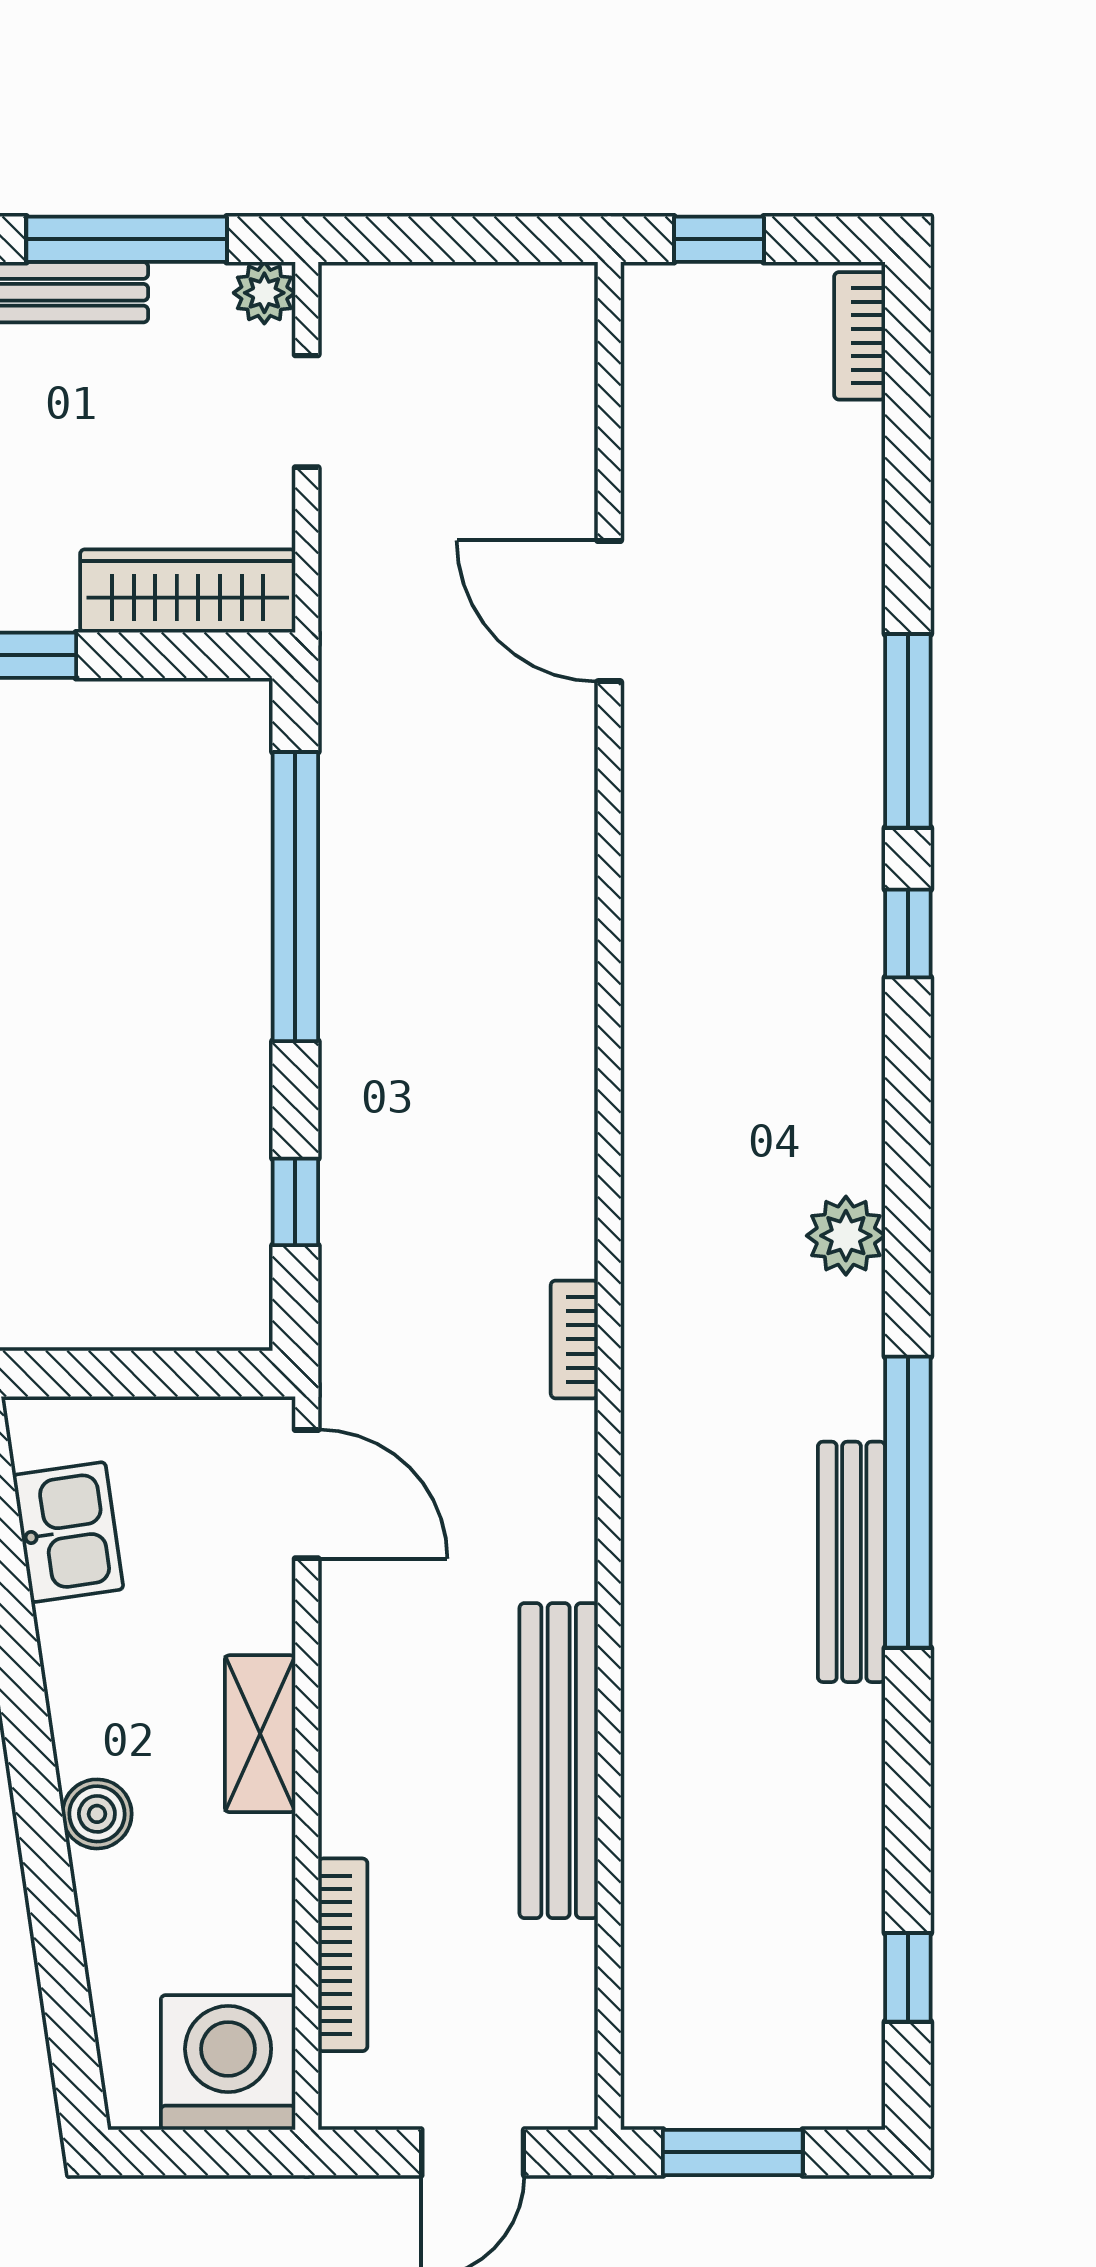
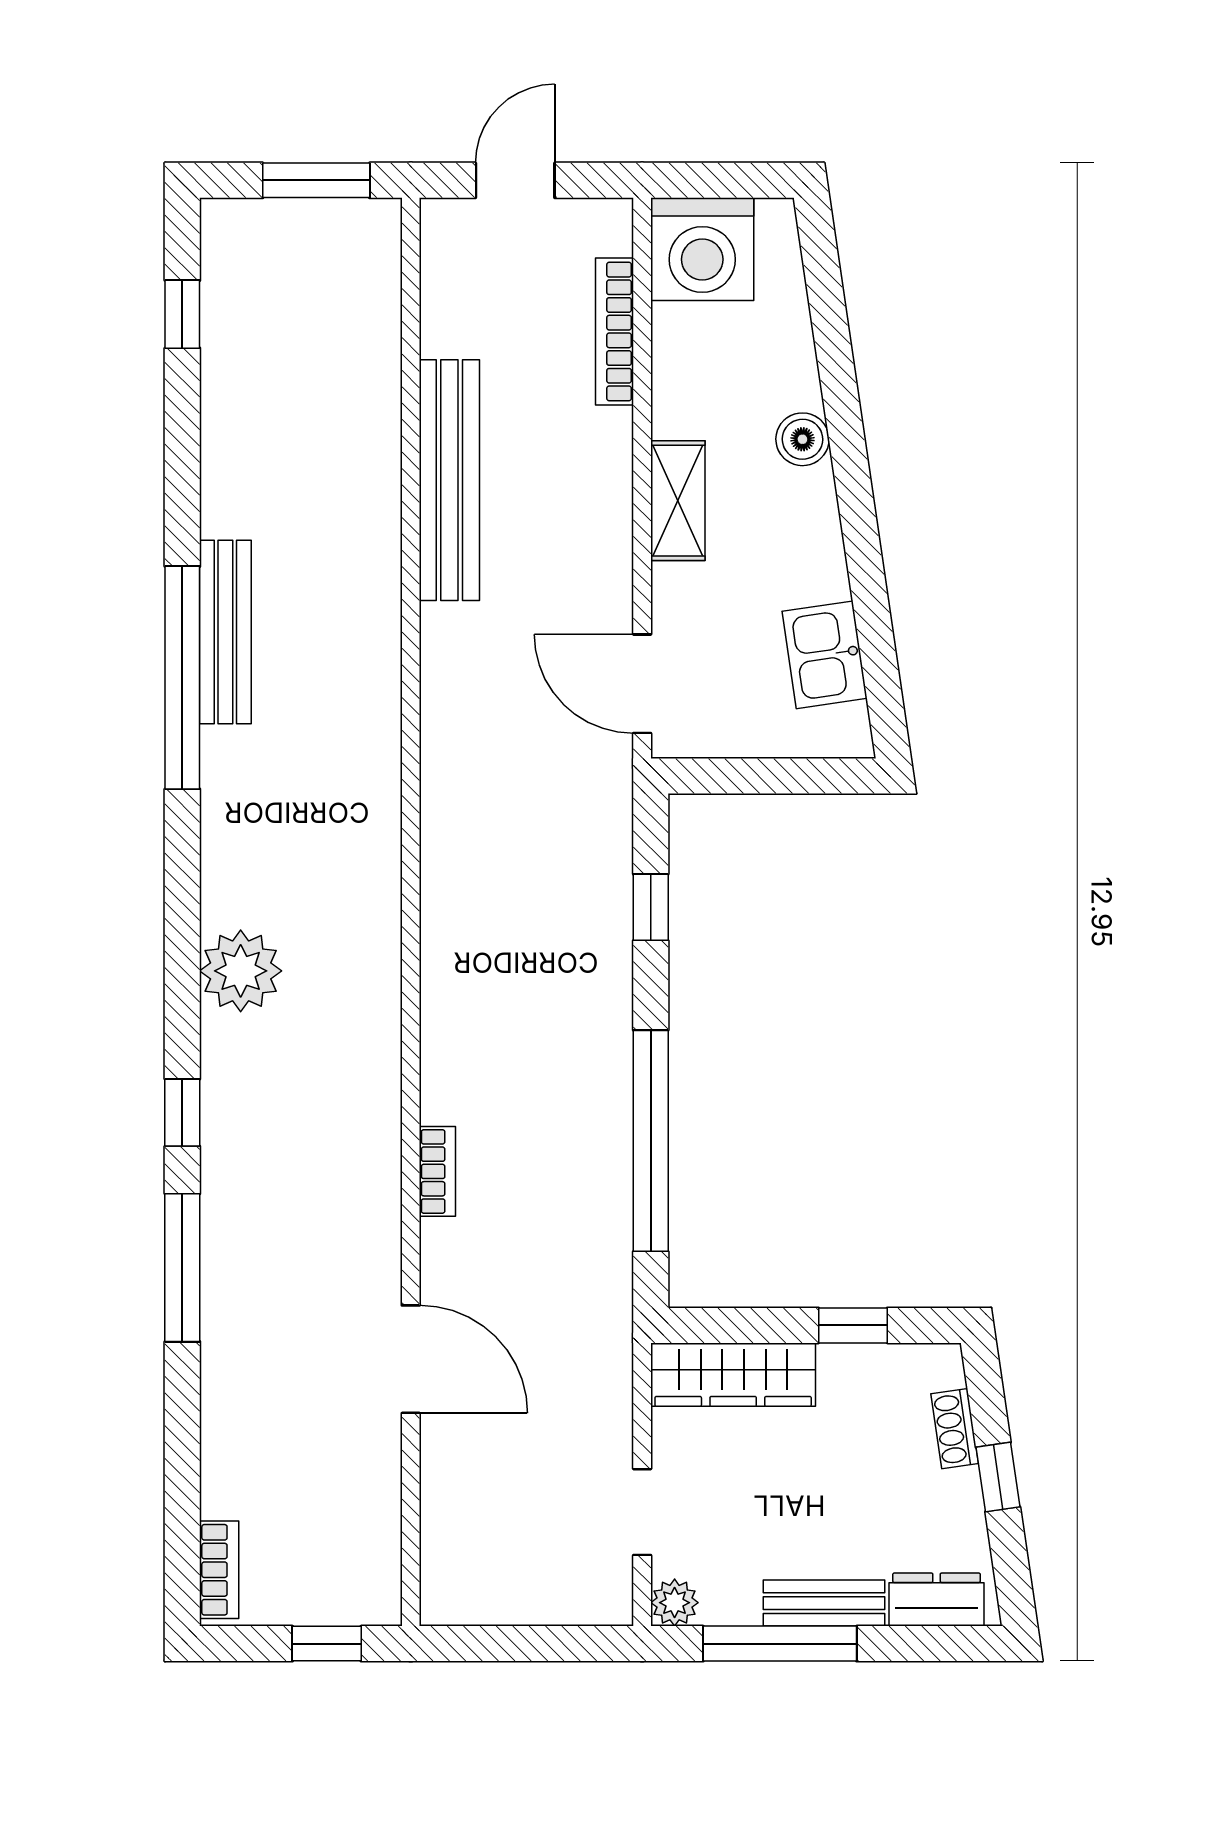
plant: (846, 1236) -> (241, 971), moved, width x1.36, depth x1.36
bookcase: (574, 1339) -> (437, 1171), moved

